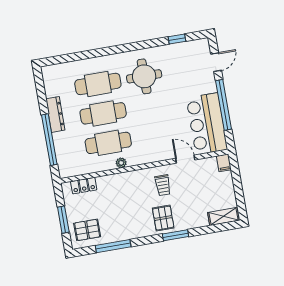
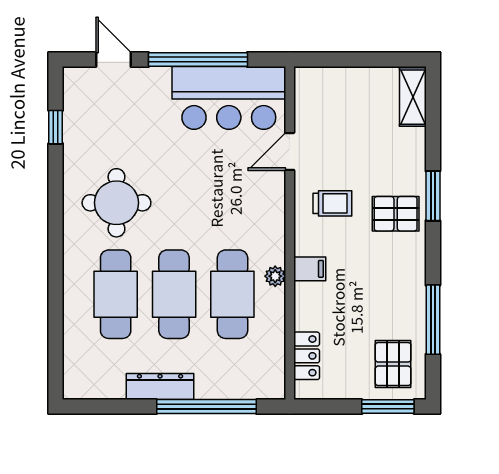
filing cabinet: (224, 163) -> (310, 269), moved
window: (63, 220) -> (388, 407), moved

